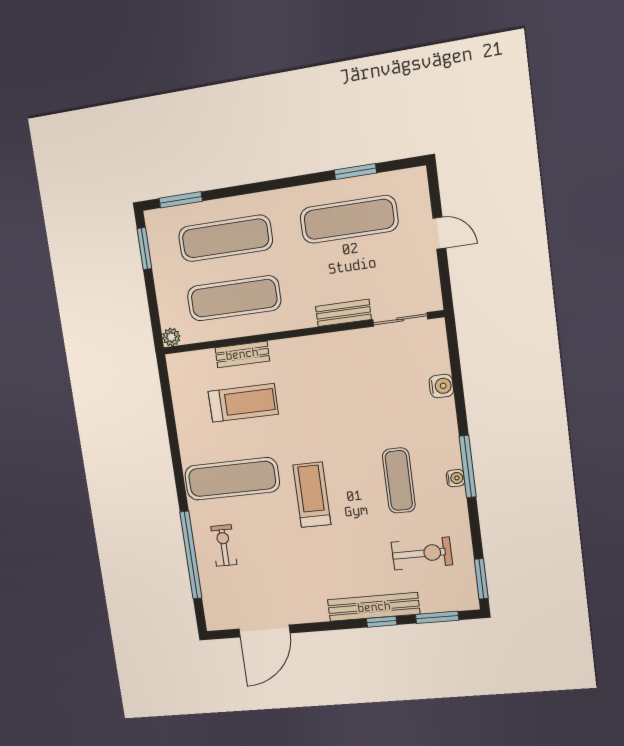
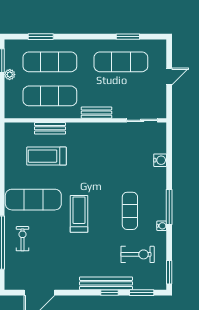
window: (181, 200) -> (41, 37), moved
door: (439, 233) -> (169, 77), hinge flipped
bench: (343, 313) -> (96, 113), moved
plant: (171, 337) -> (10, 75), moved
treadmill: (243, 403) -> (46, 156), turned 180
water cooler: (455, 478) -> (162, 226), moved

